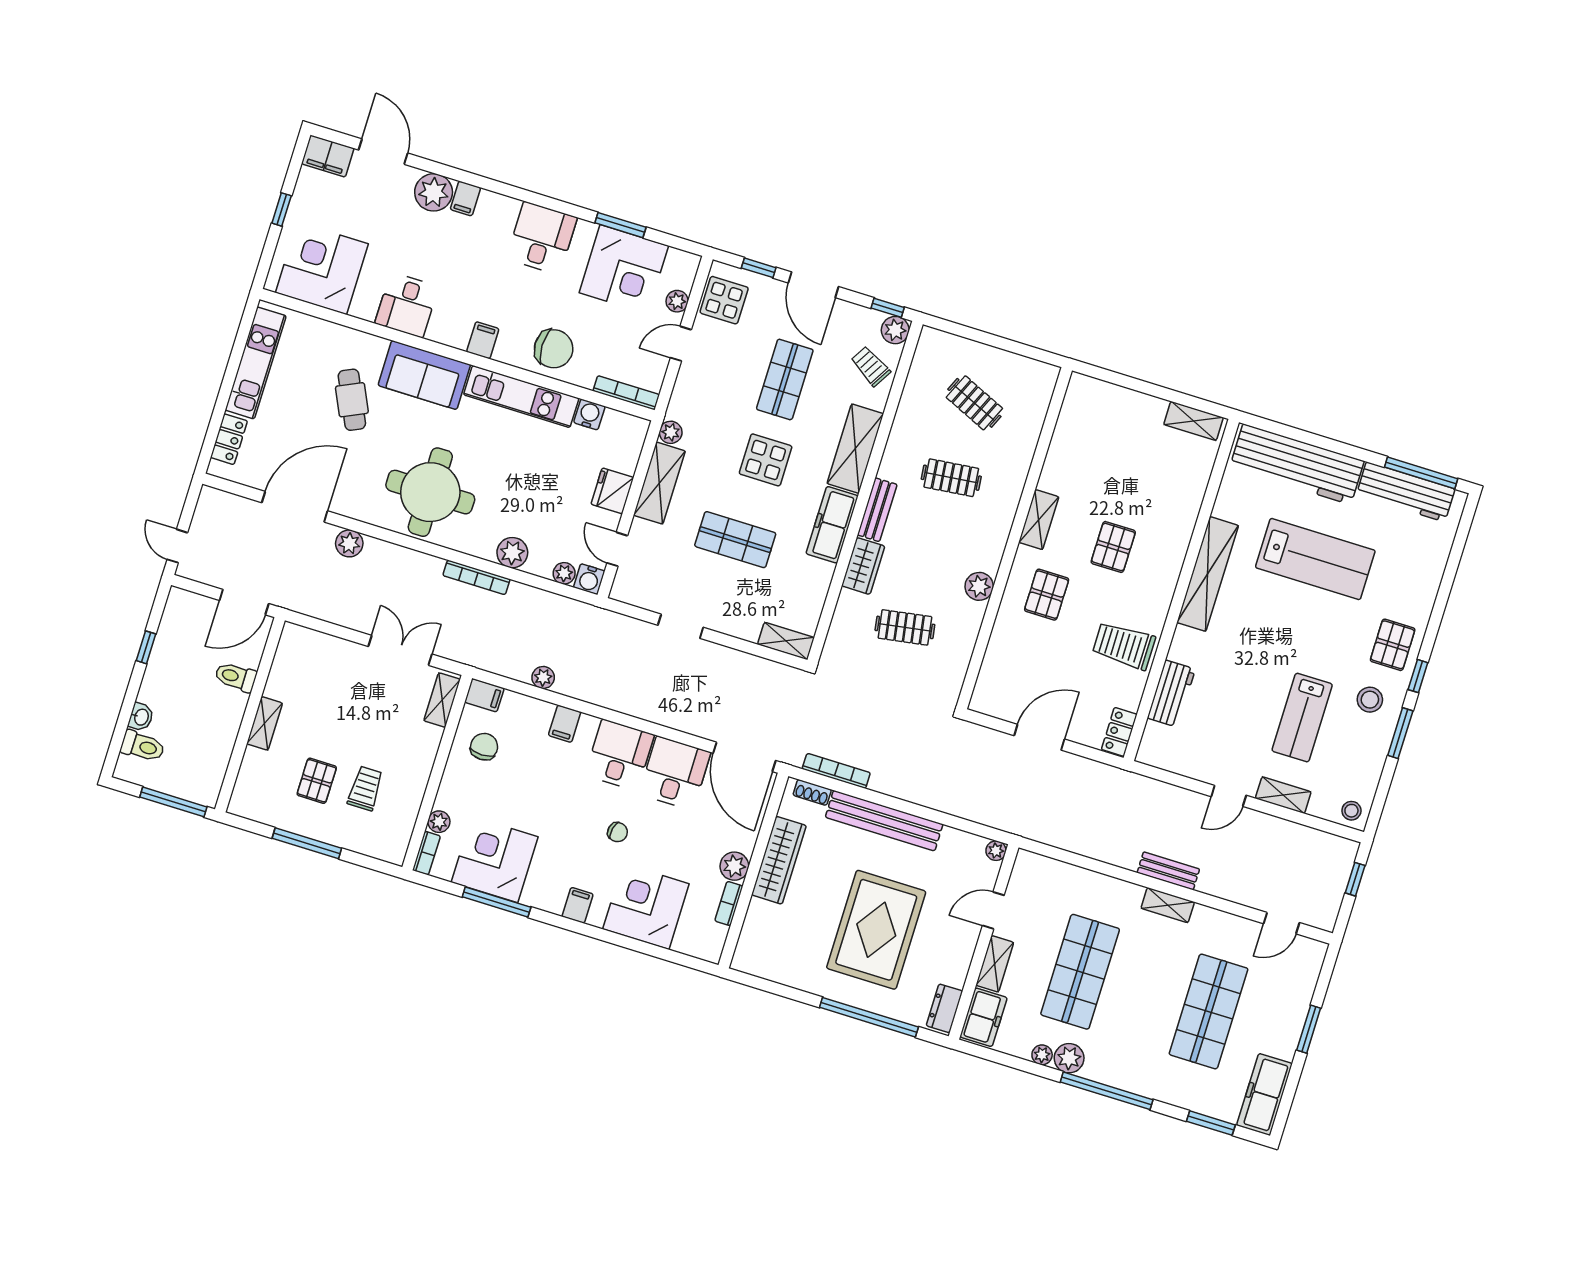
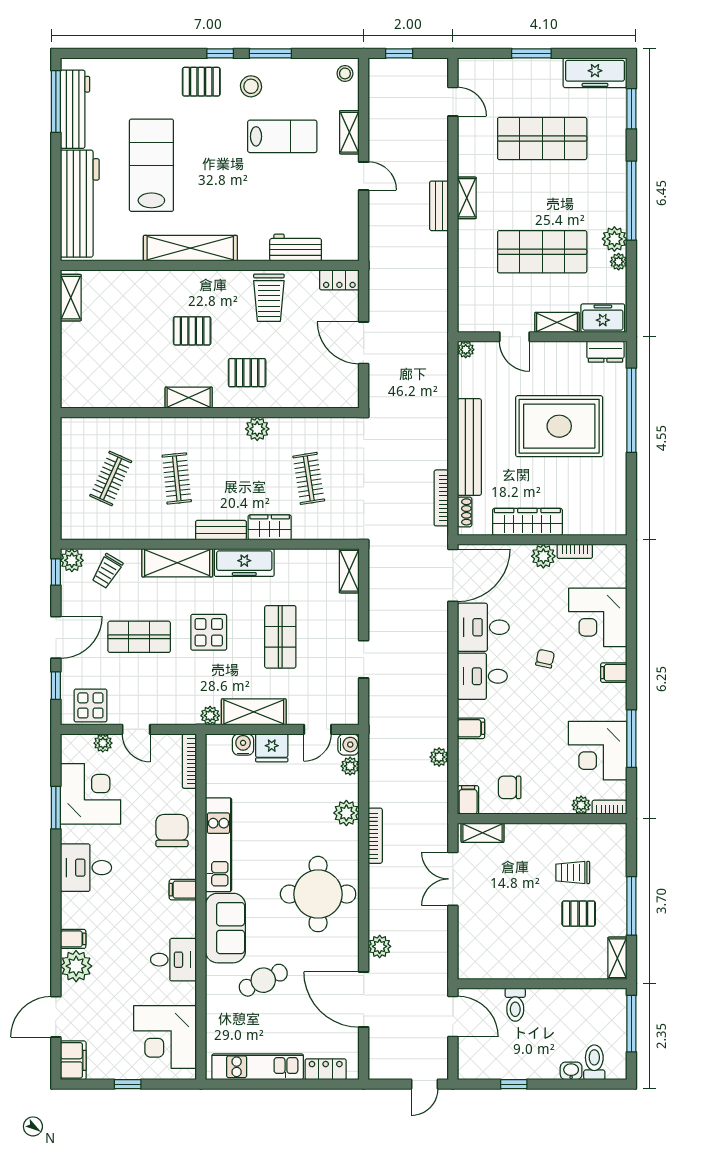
water cooler: (589, 414) -> (243, 745), moved, turned 90
shelving: (265, 723) -> (617, 958), moved, turned 90

